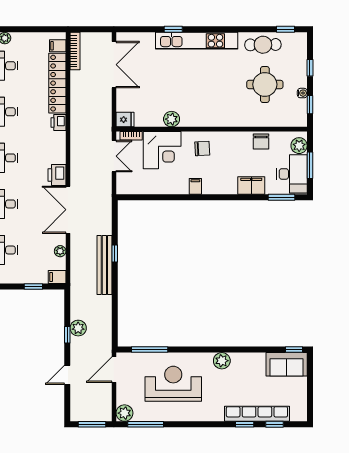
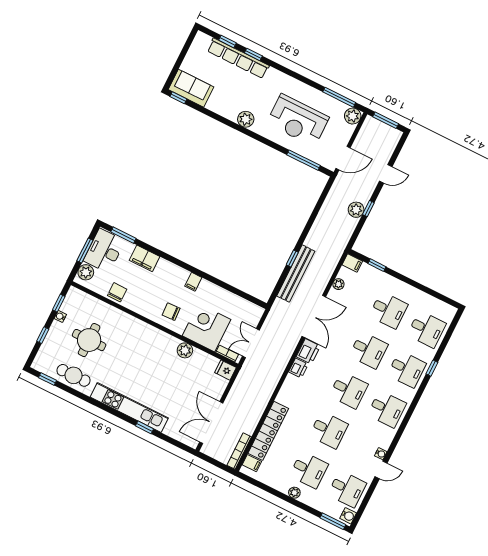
printer: (58, 123) -> (298, 368), moved
bench: (104, 265) -> (296, 274), moved

